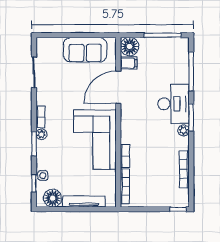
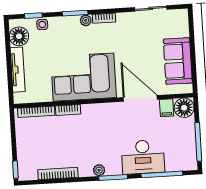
desk: (173, 104) -> (143, 157), moved

